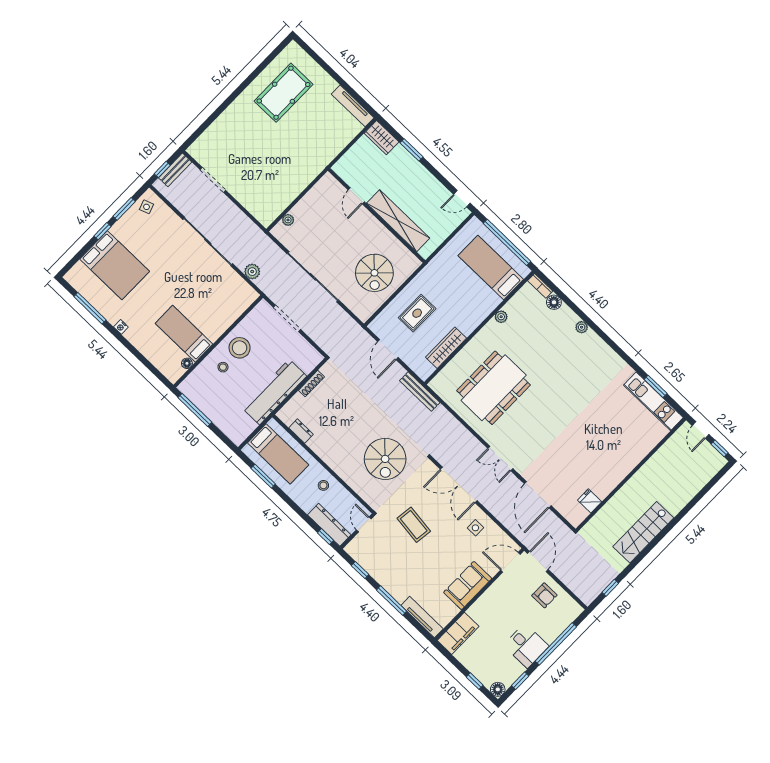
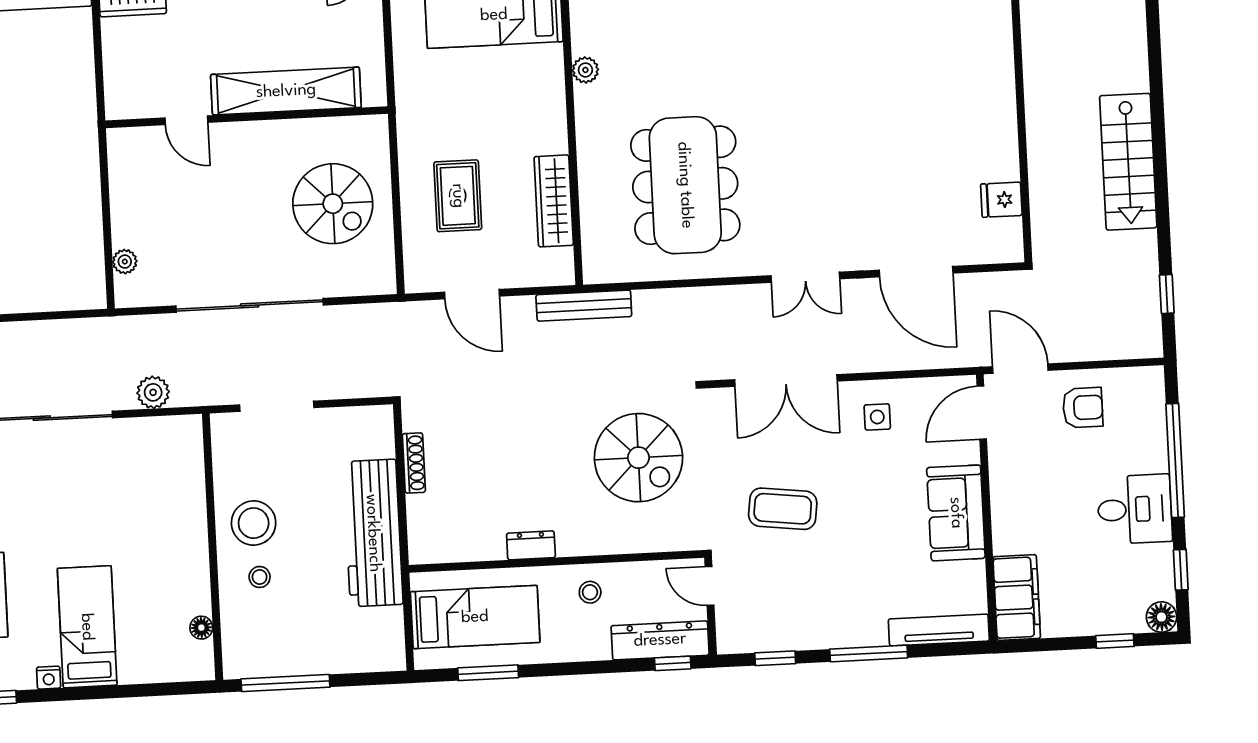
bed: (184, 334) -> (87, 627), moved, turned 90
dresser: (301, 431) -> (531, 545), moved

